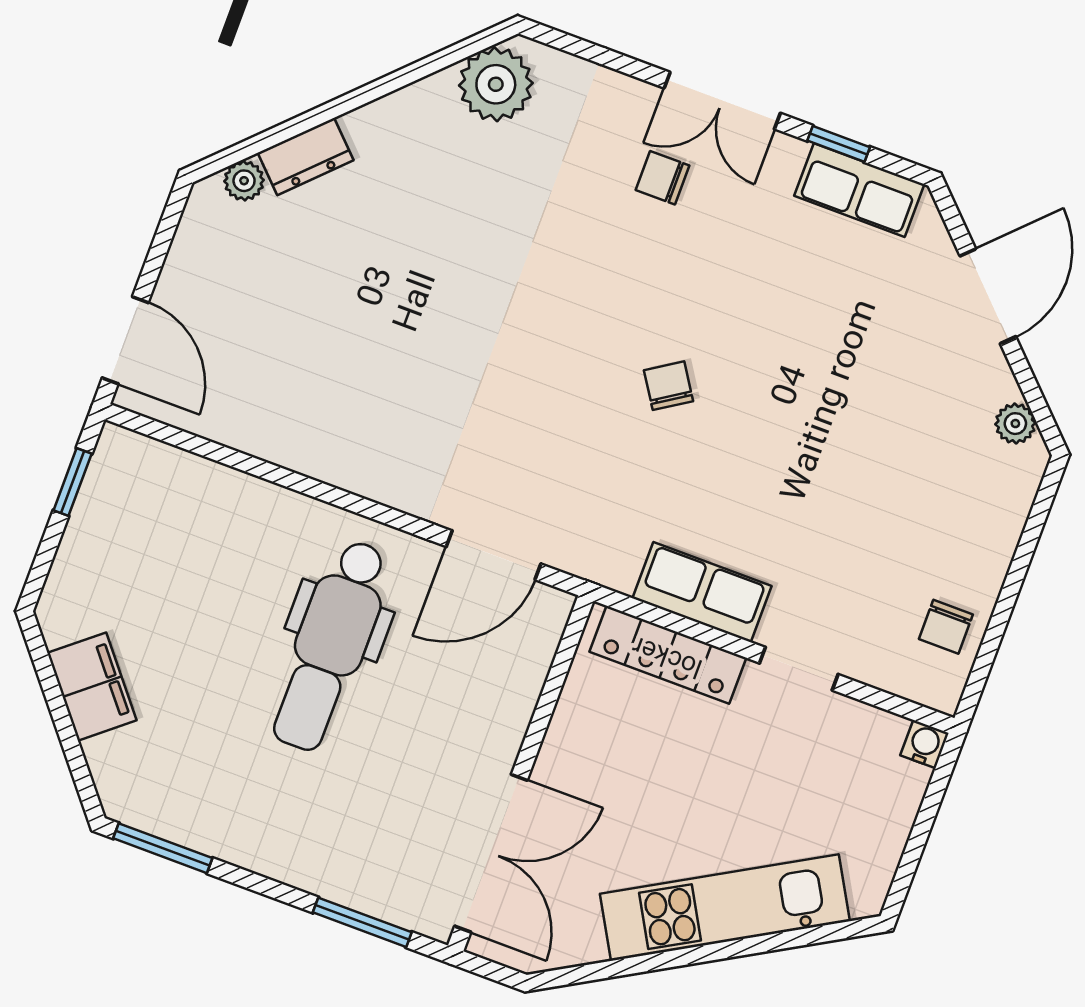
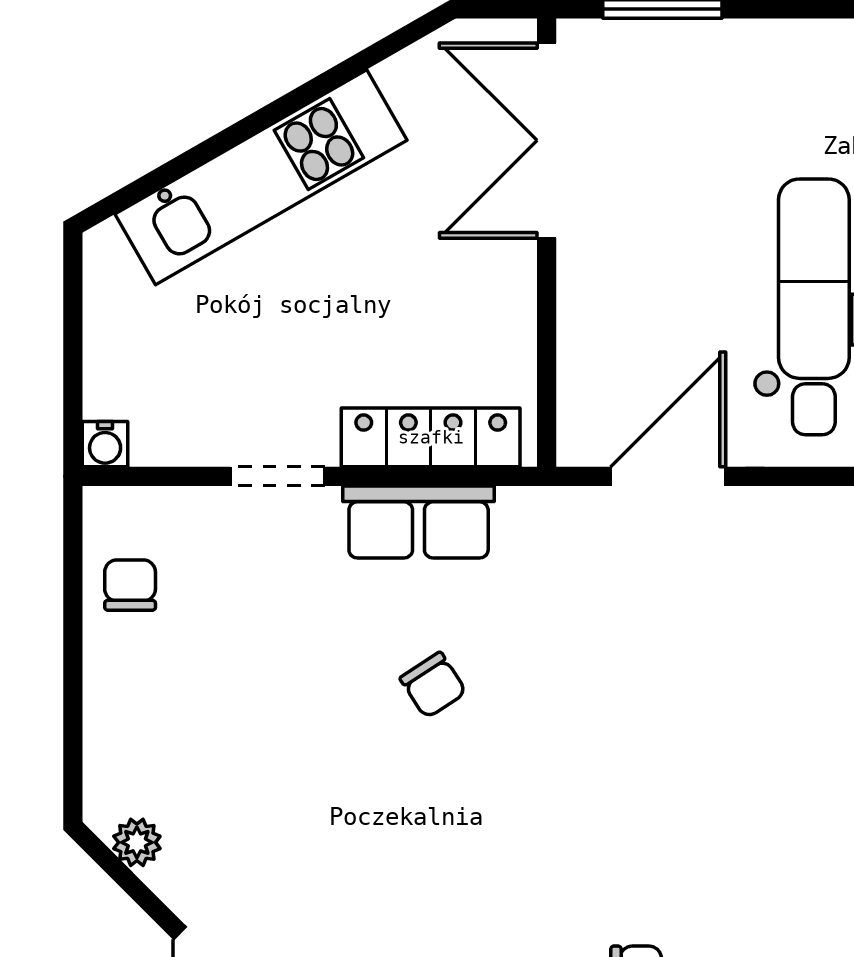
chair: (668, 386) -> (433, 685), moved

